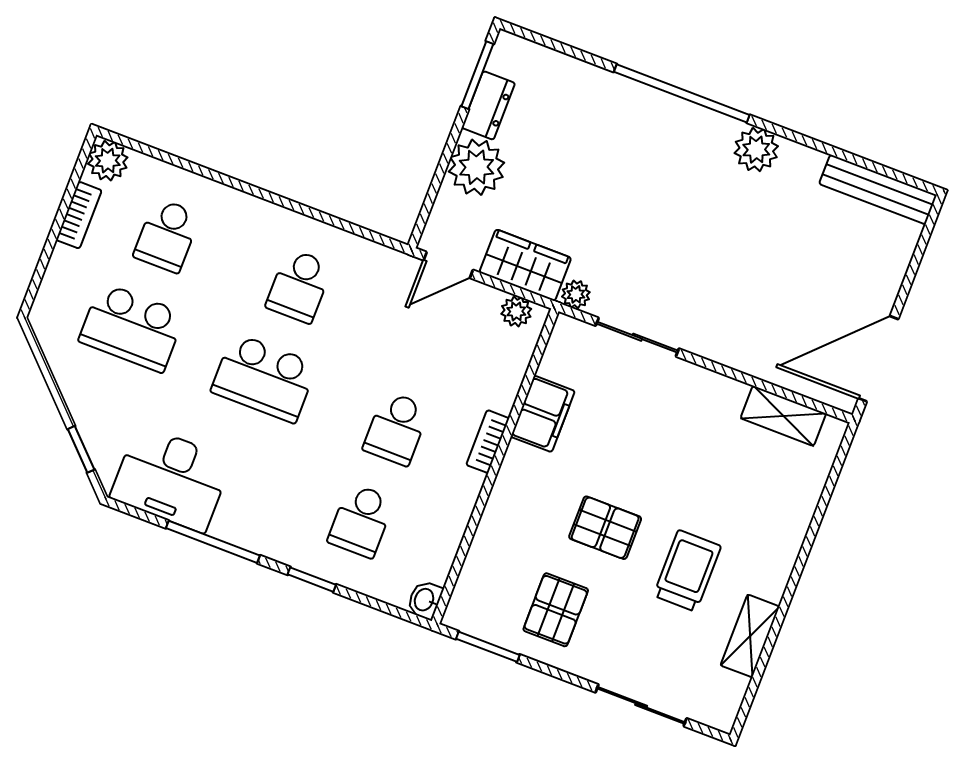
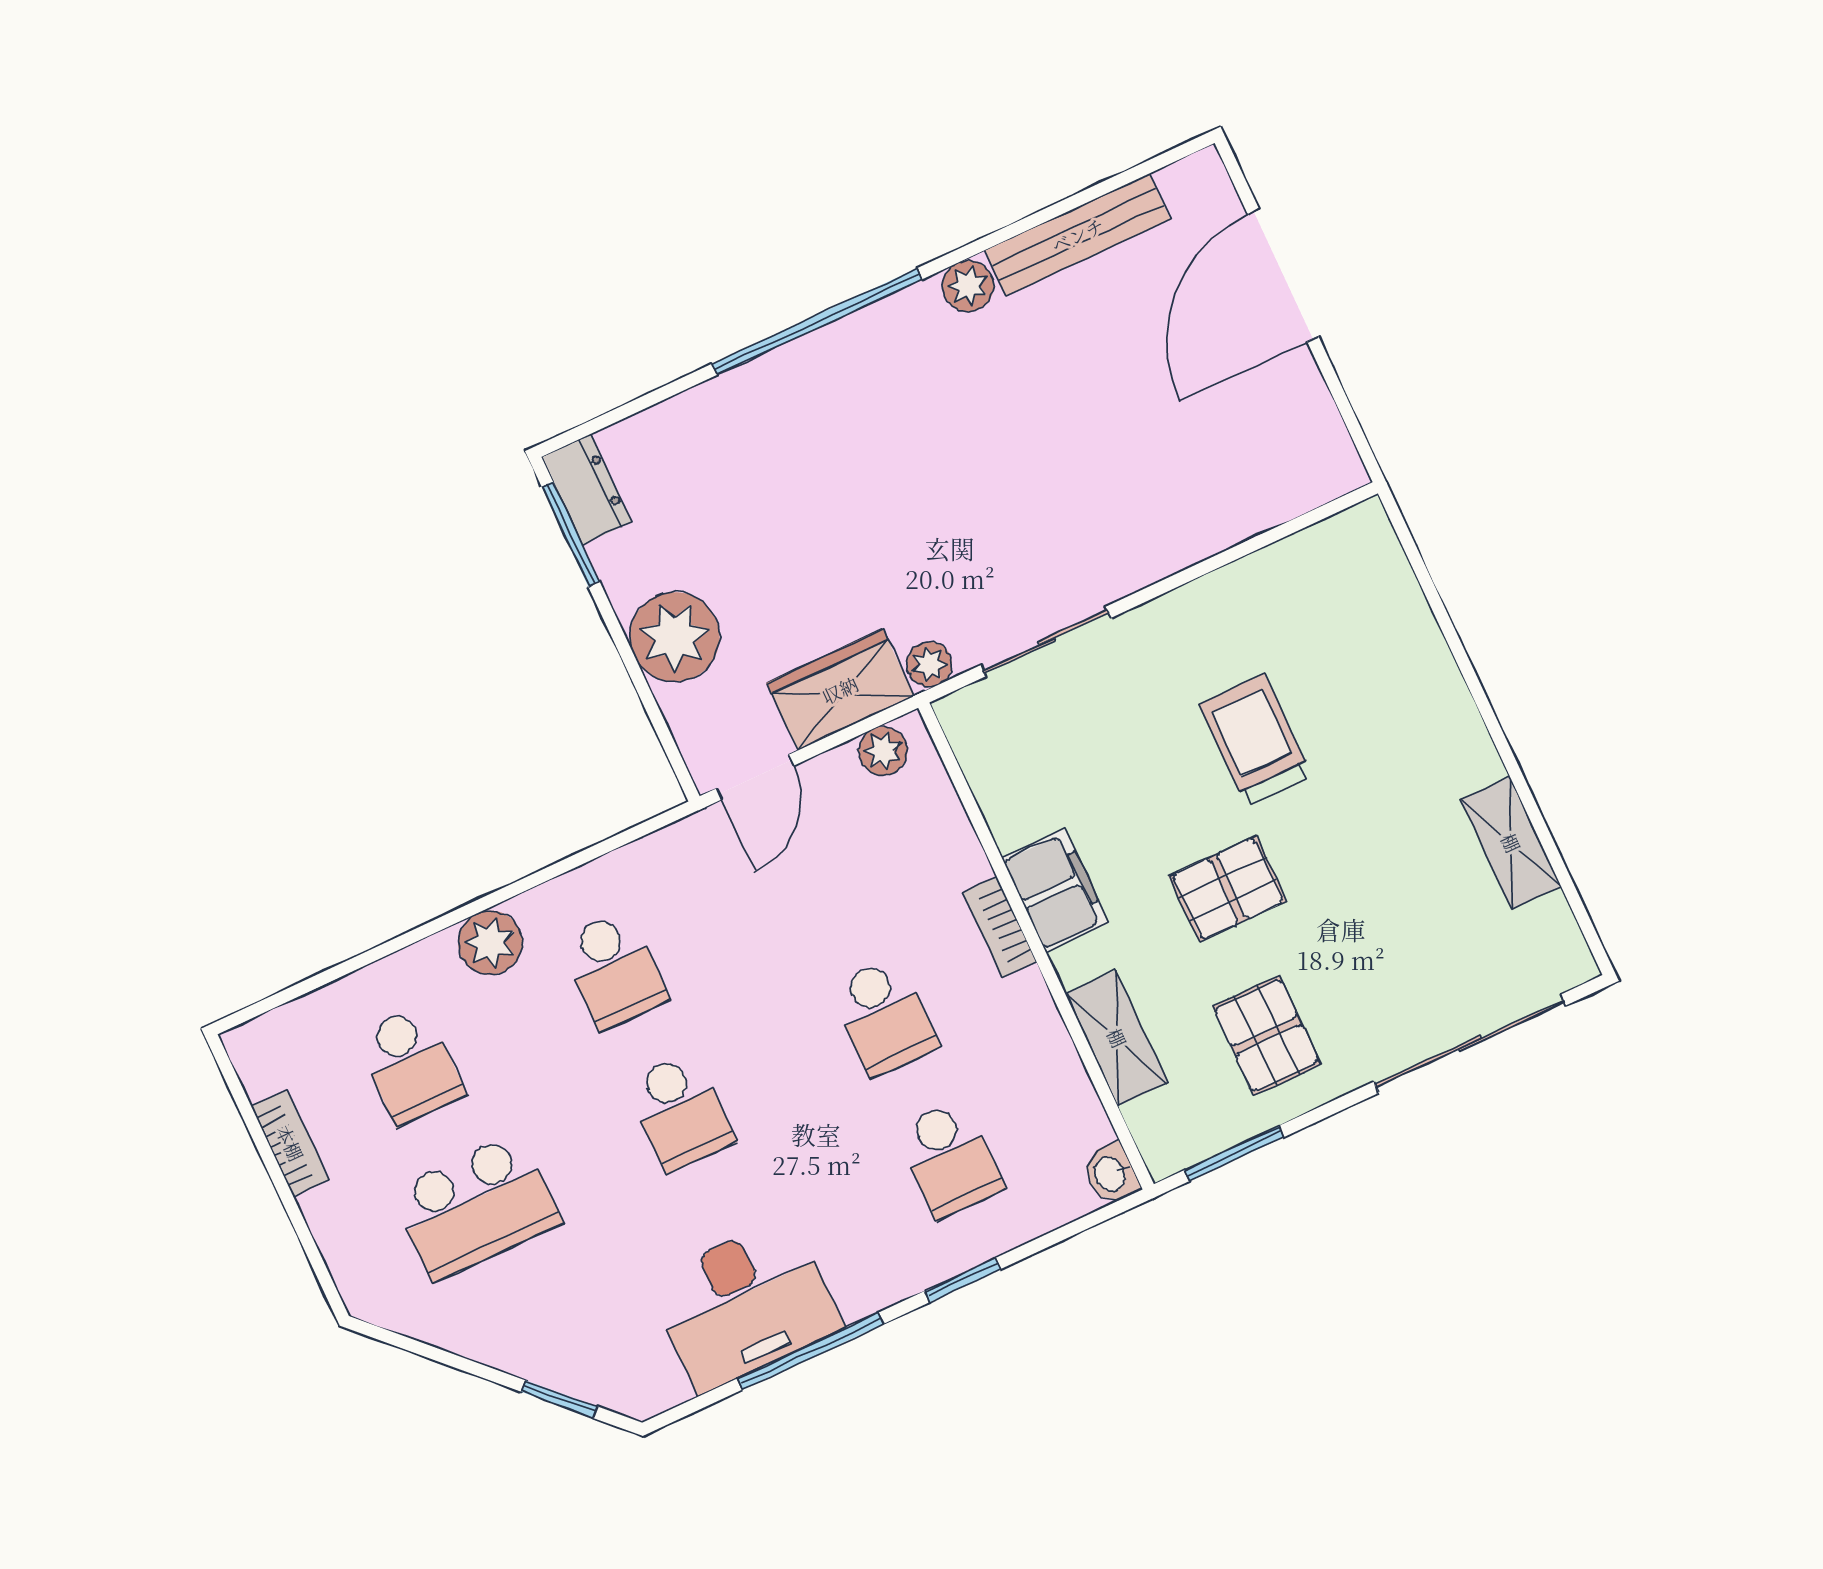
dresser: (488, 105) -> (587, 489), moved
plant: (756, 150) -> (968, 286), width x0.73, depth x0.73
plant: (108, 161) -> (490, 943), moved
bench: (878, 189) -> (1078, 235), moved
door: (878, 359) -> (1283, 275), moved
school desk: (264, 378) -> (680, 1112), width x0.54
filing cabinet: (543, 414) -> (1055, 890), moved
shelving: (783, 416) -> (1117, 1038), moved, turned 90
desk: (171, 479) -> (745, 1304), moved
trolley: (687, 571) -> (1255, 740), moved
sliding door: (641, 705) -> (1470, 1044), width x1.37

